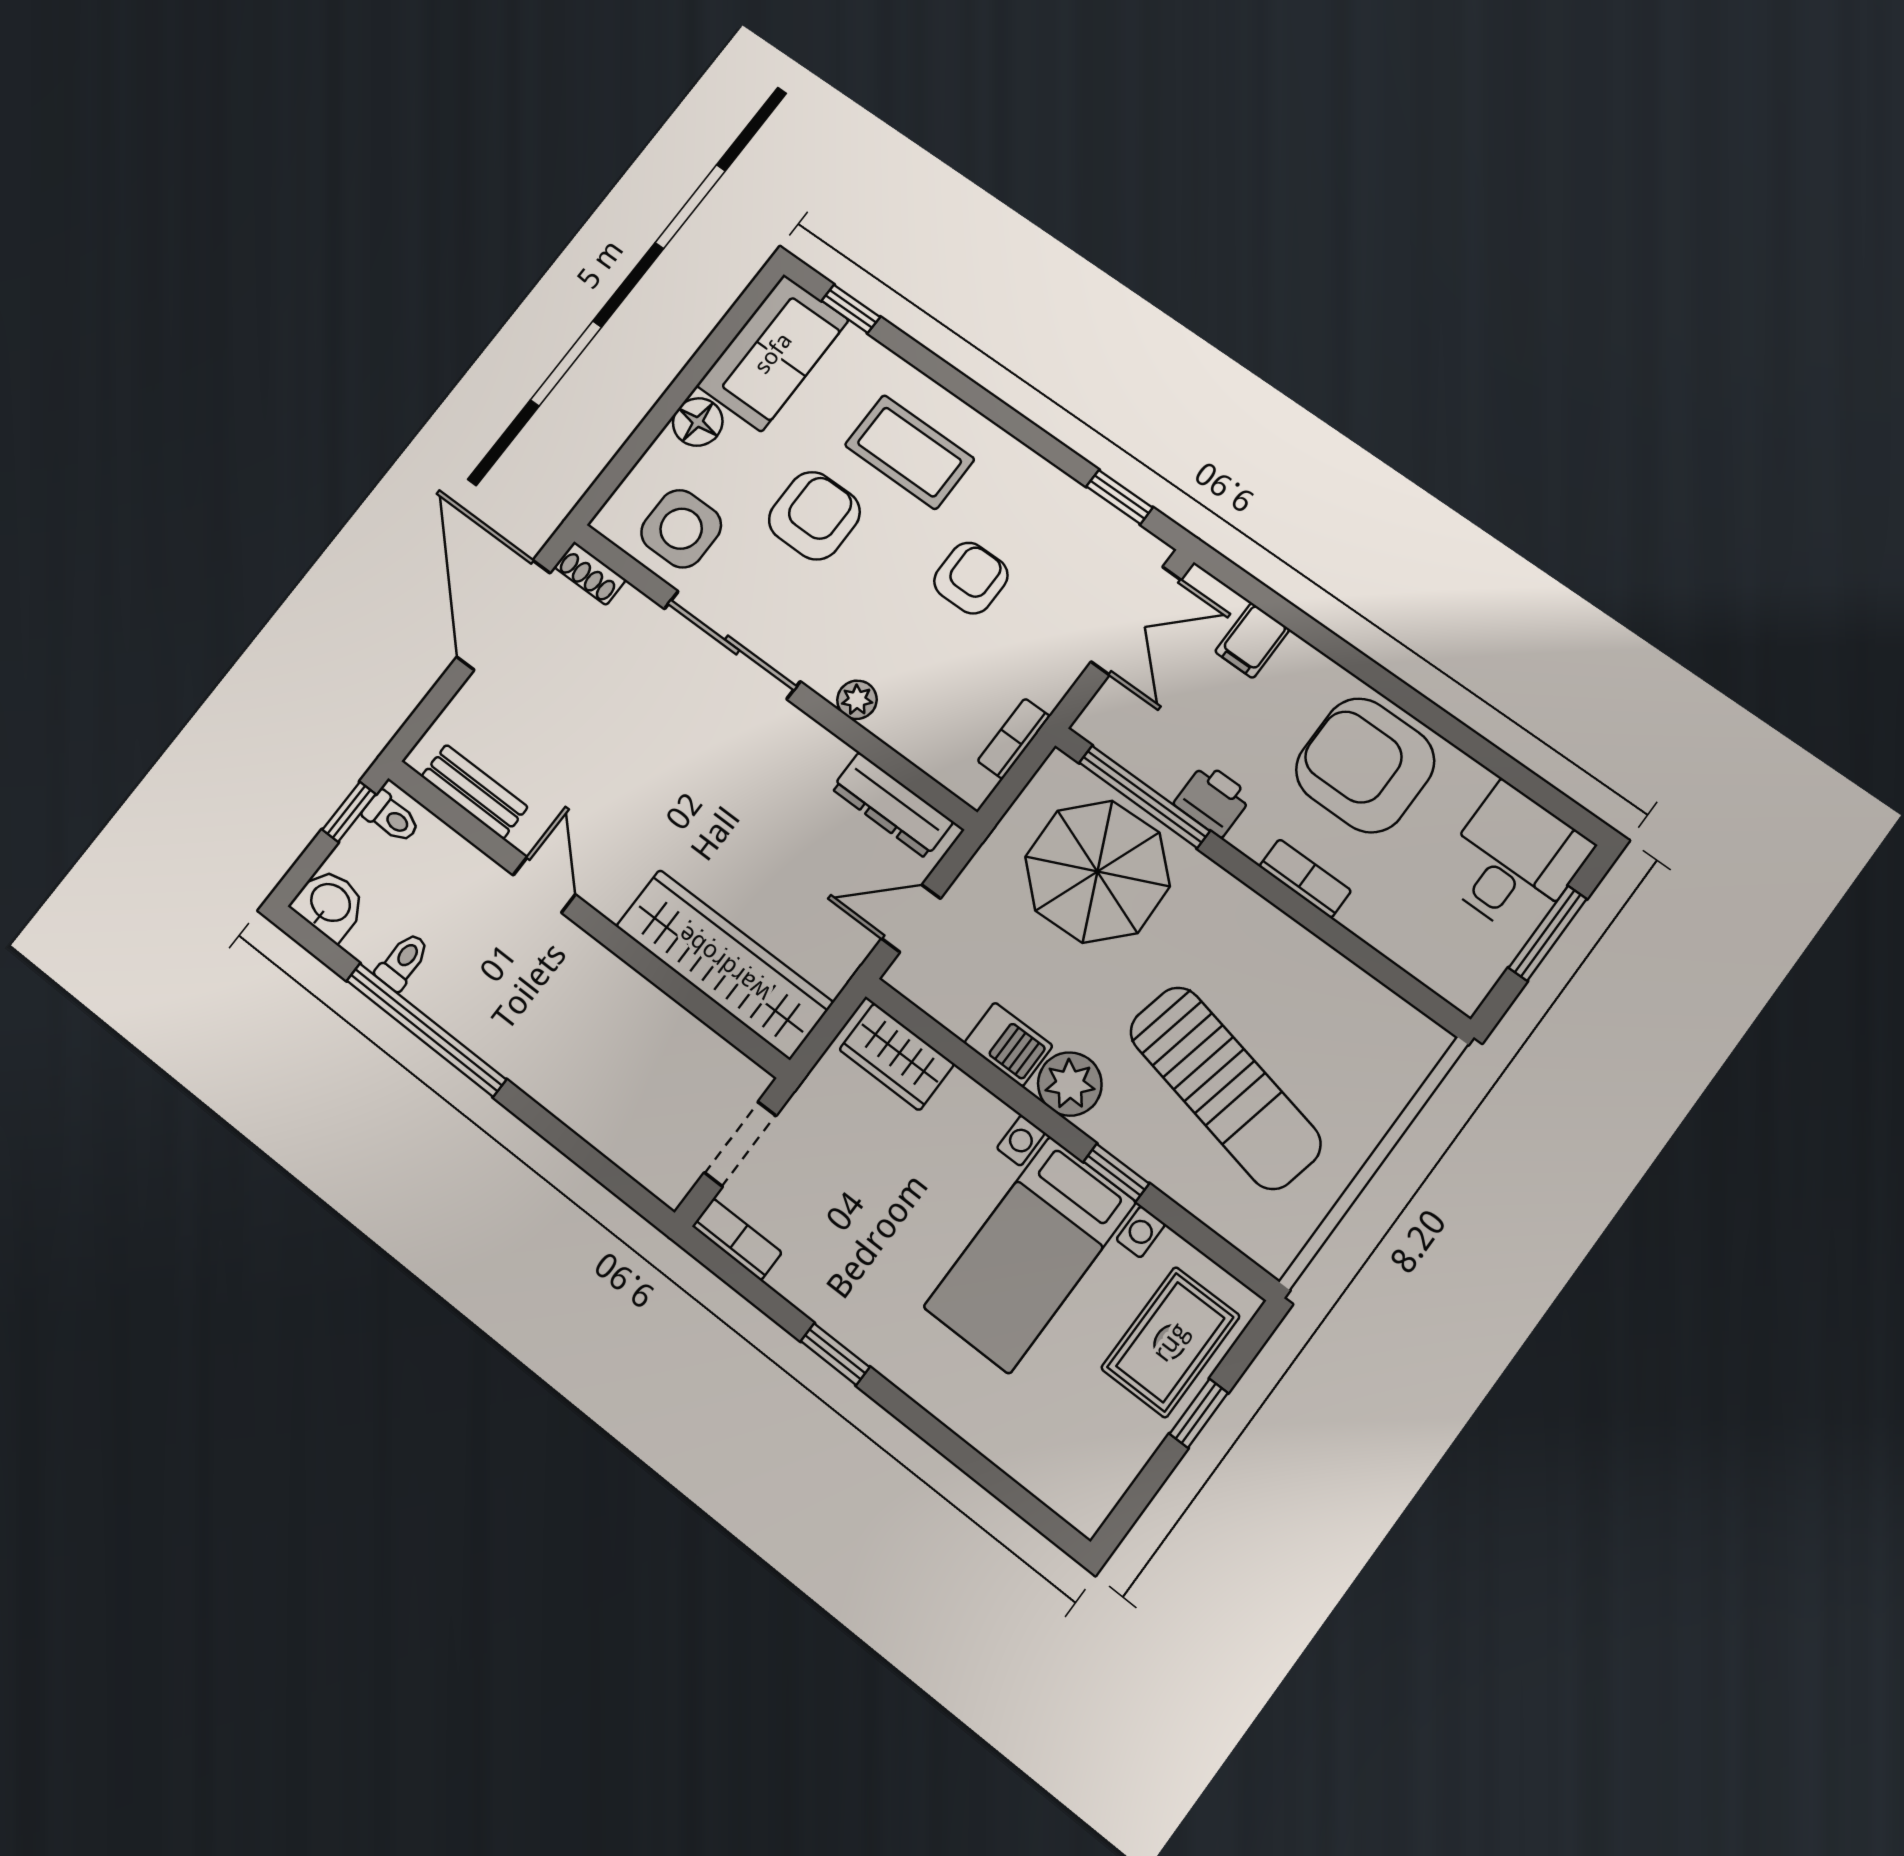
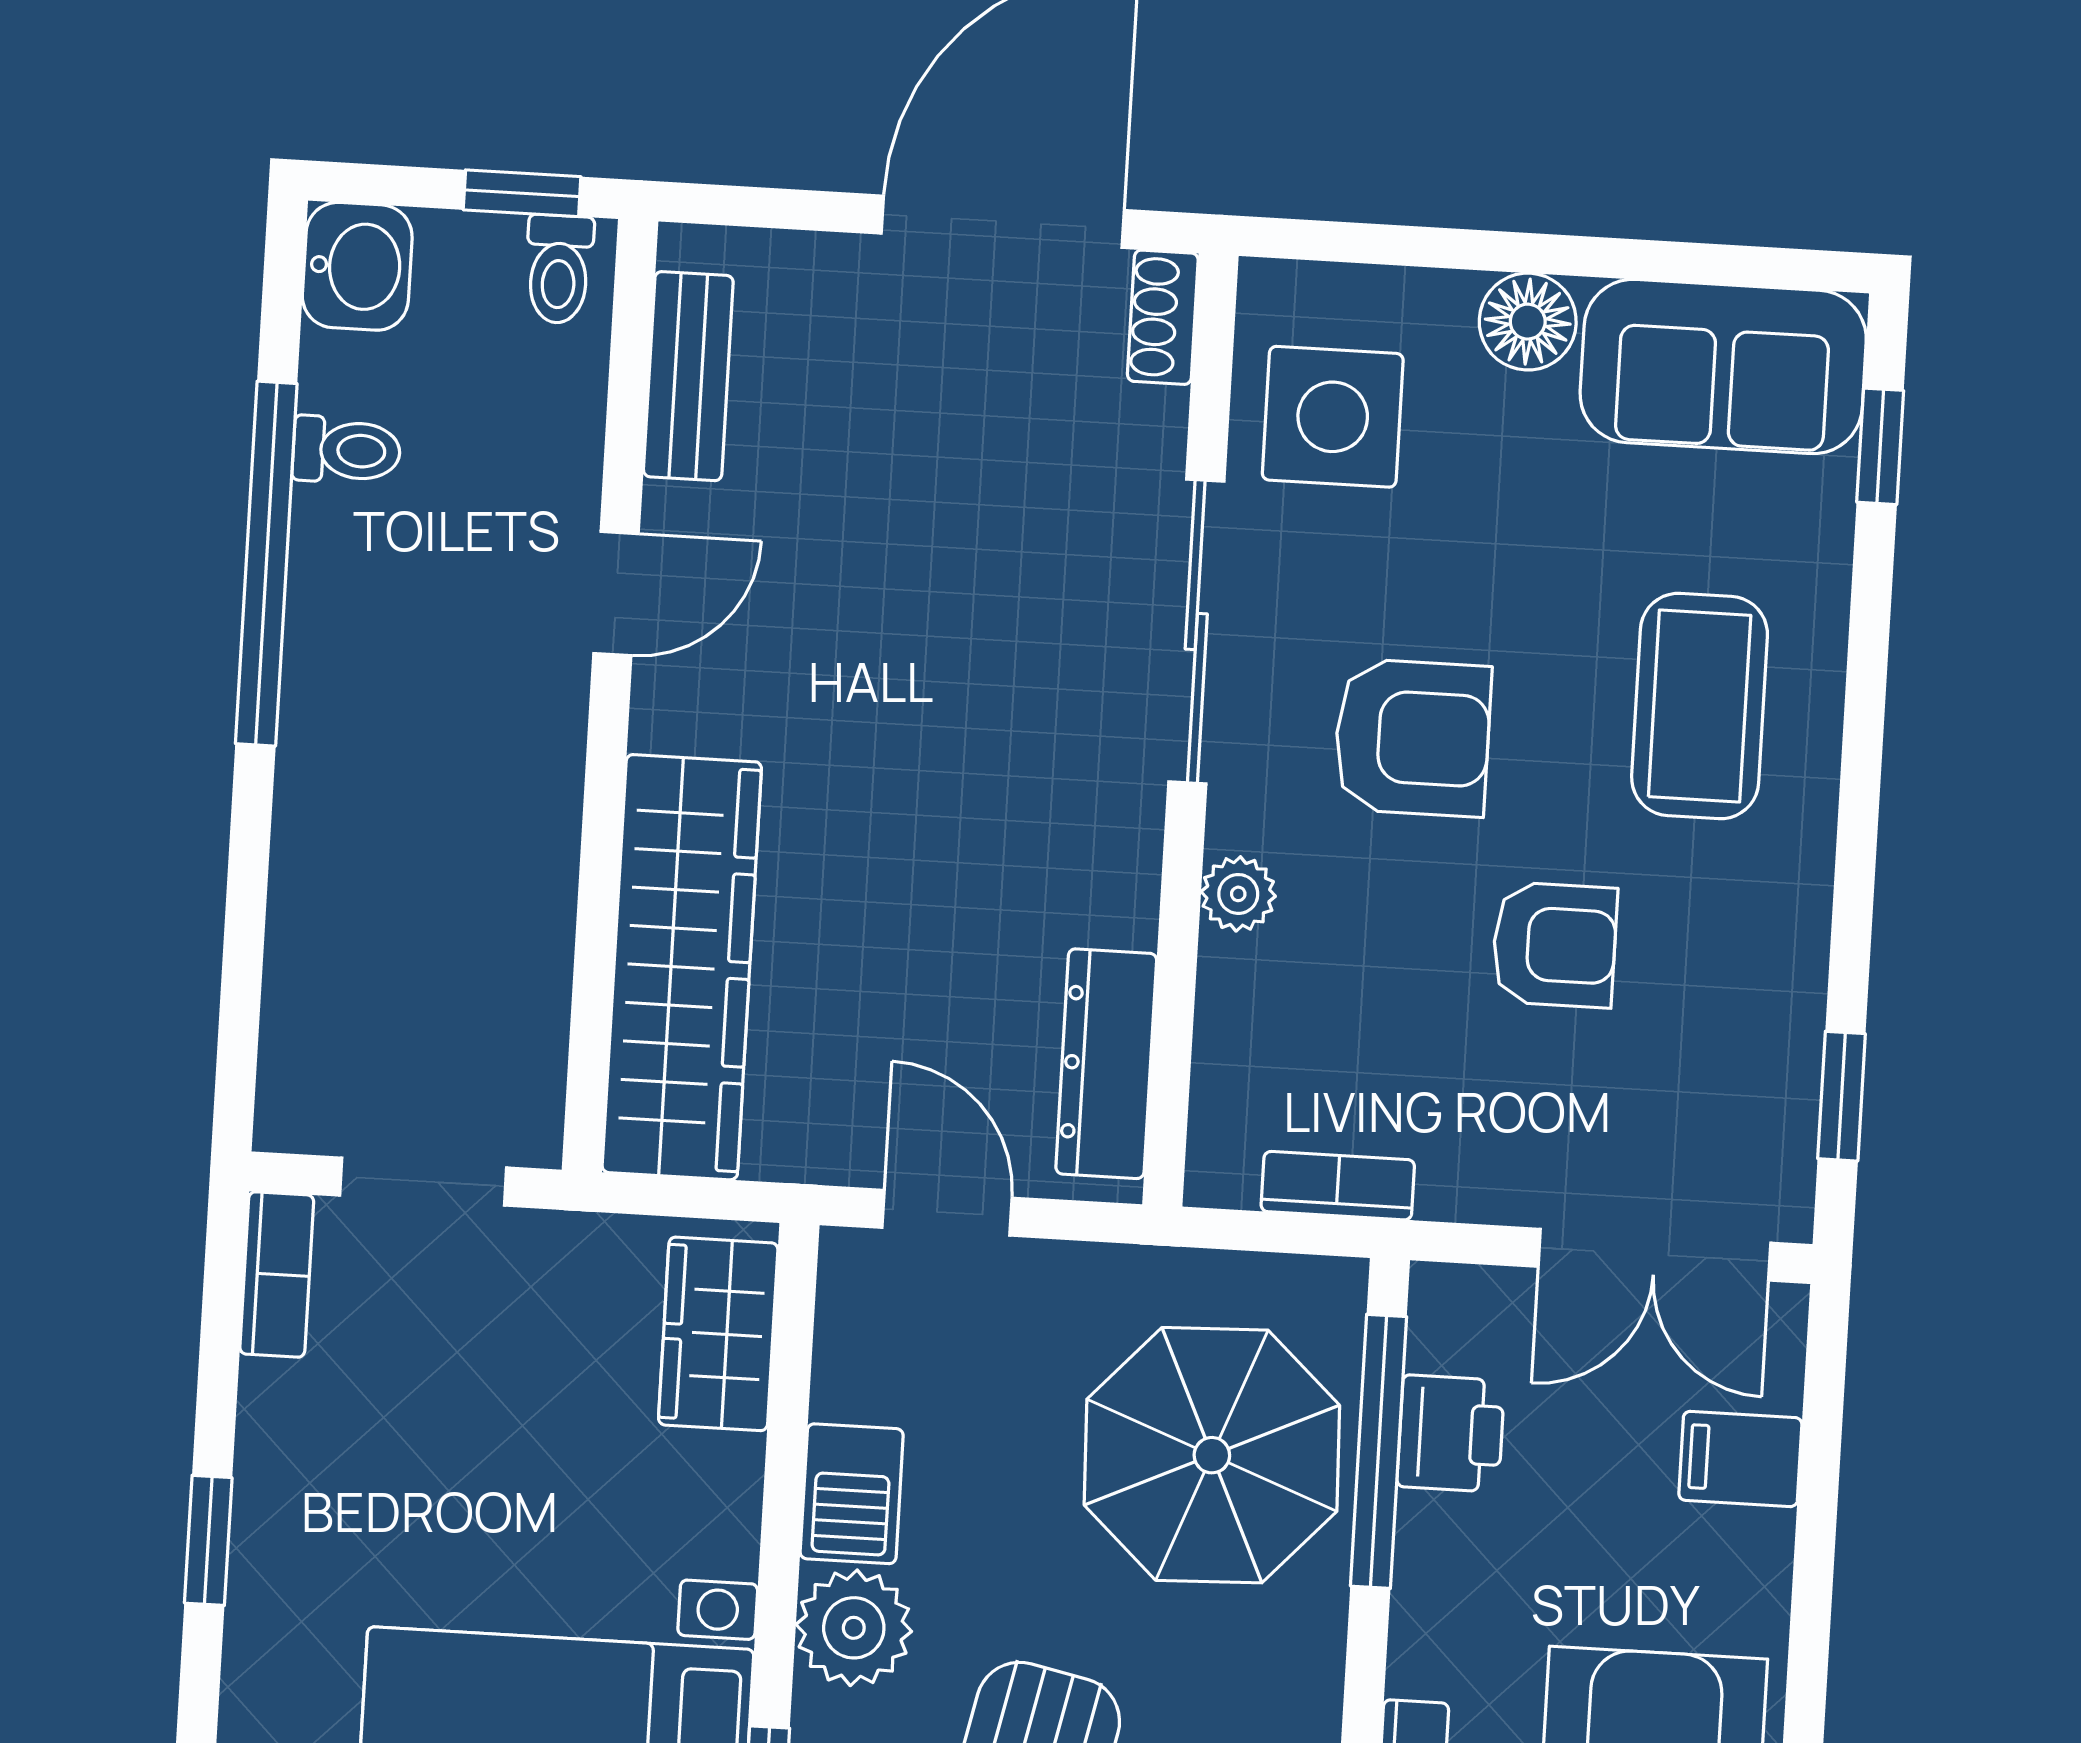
armchair: (814, 516) -> (1412, 738), moved
printer: (1213, 800) -> (1451, 1433), moved

